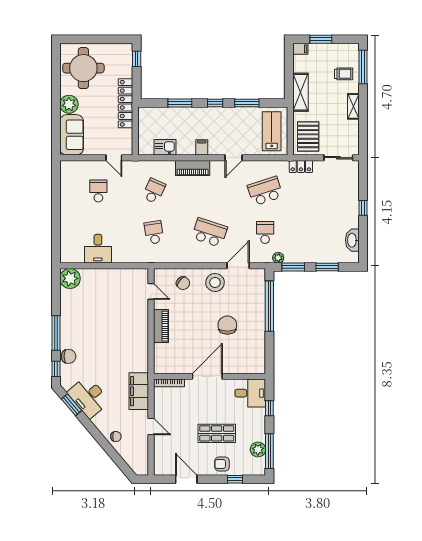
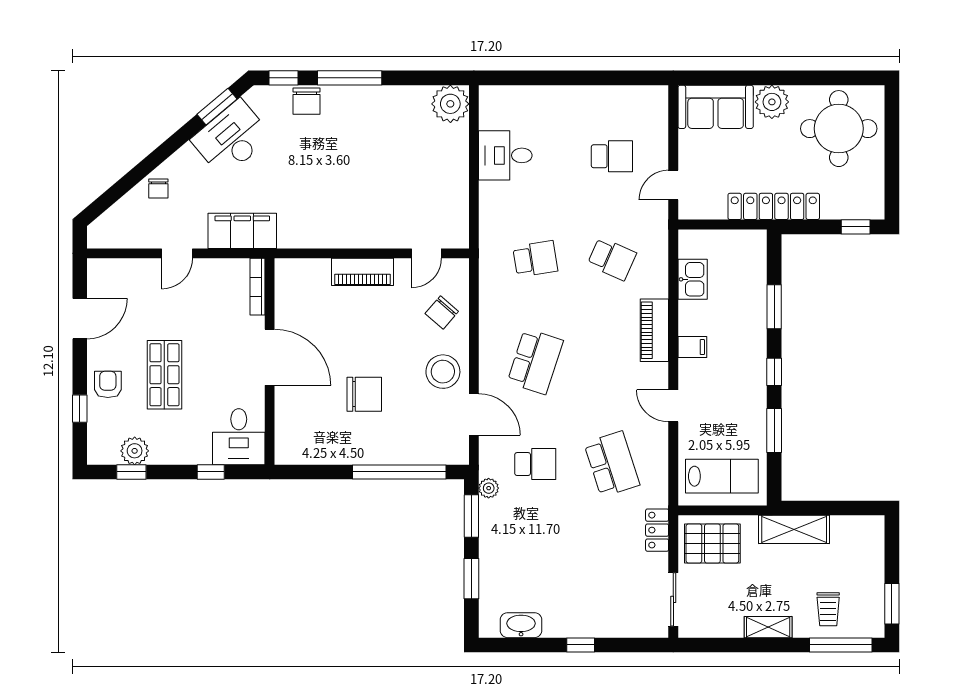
window: (321, 39) -> (892, 604), moved
filing cabinet: (300, 49) -> (874, 529), removed
window: (269, 451) -> (131, 472), width x0.46

